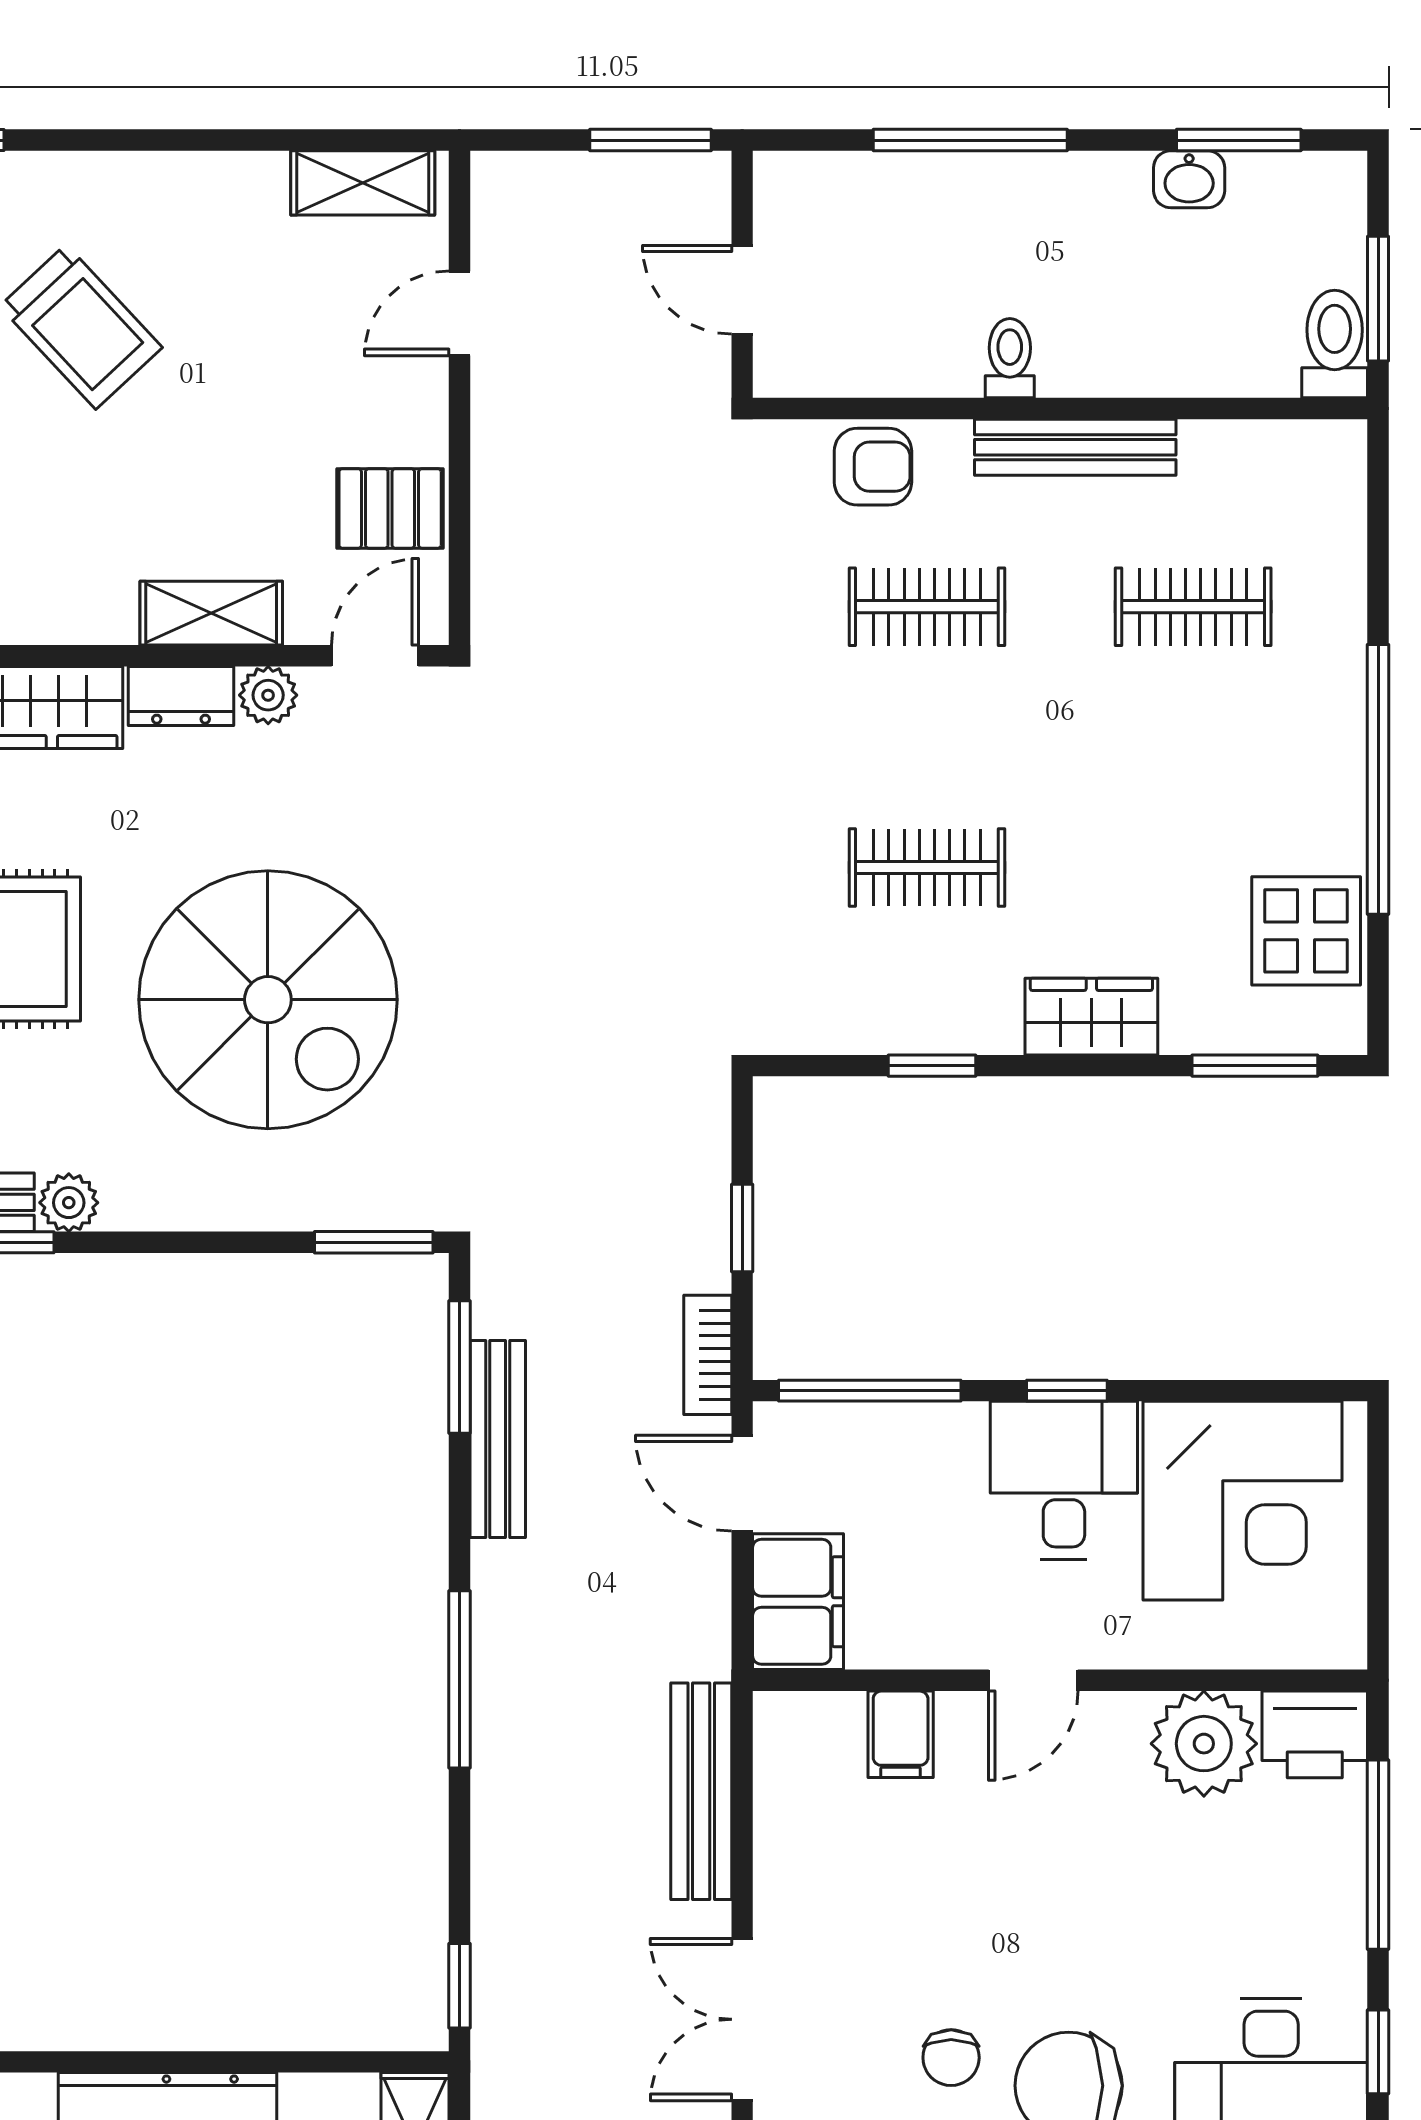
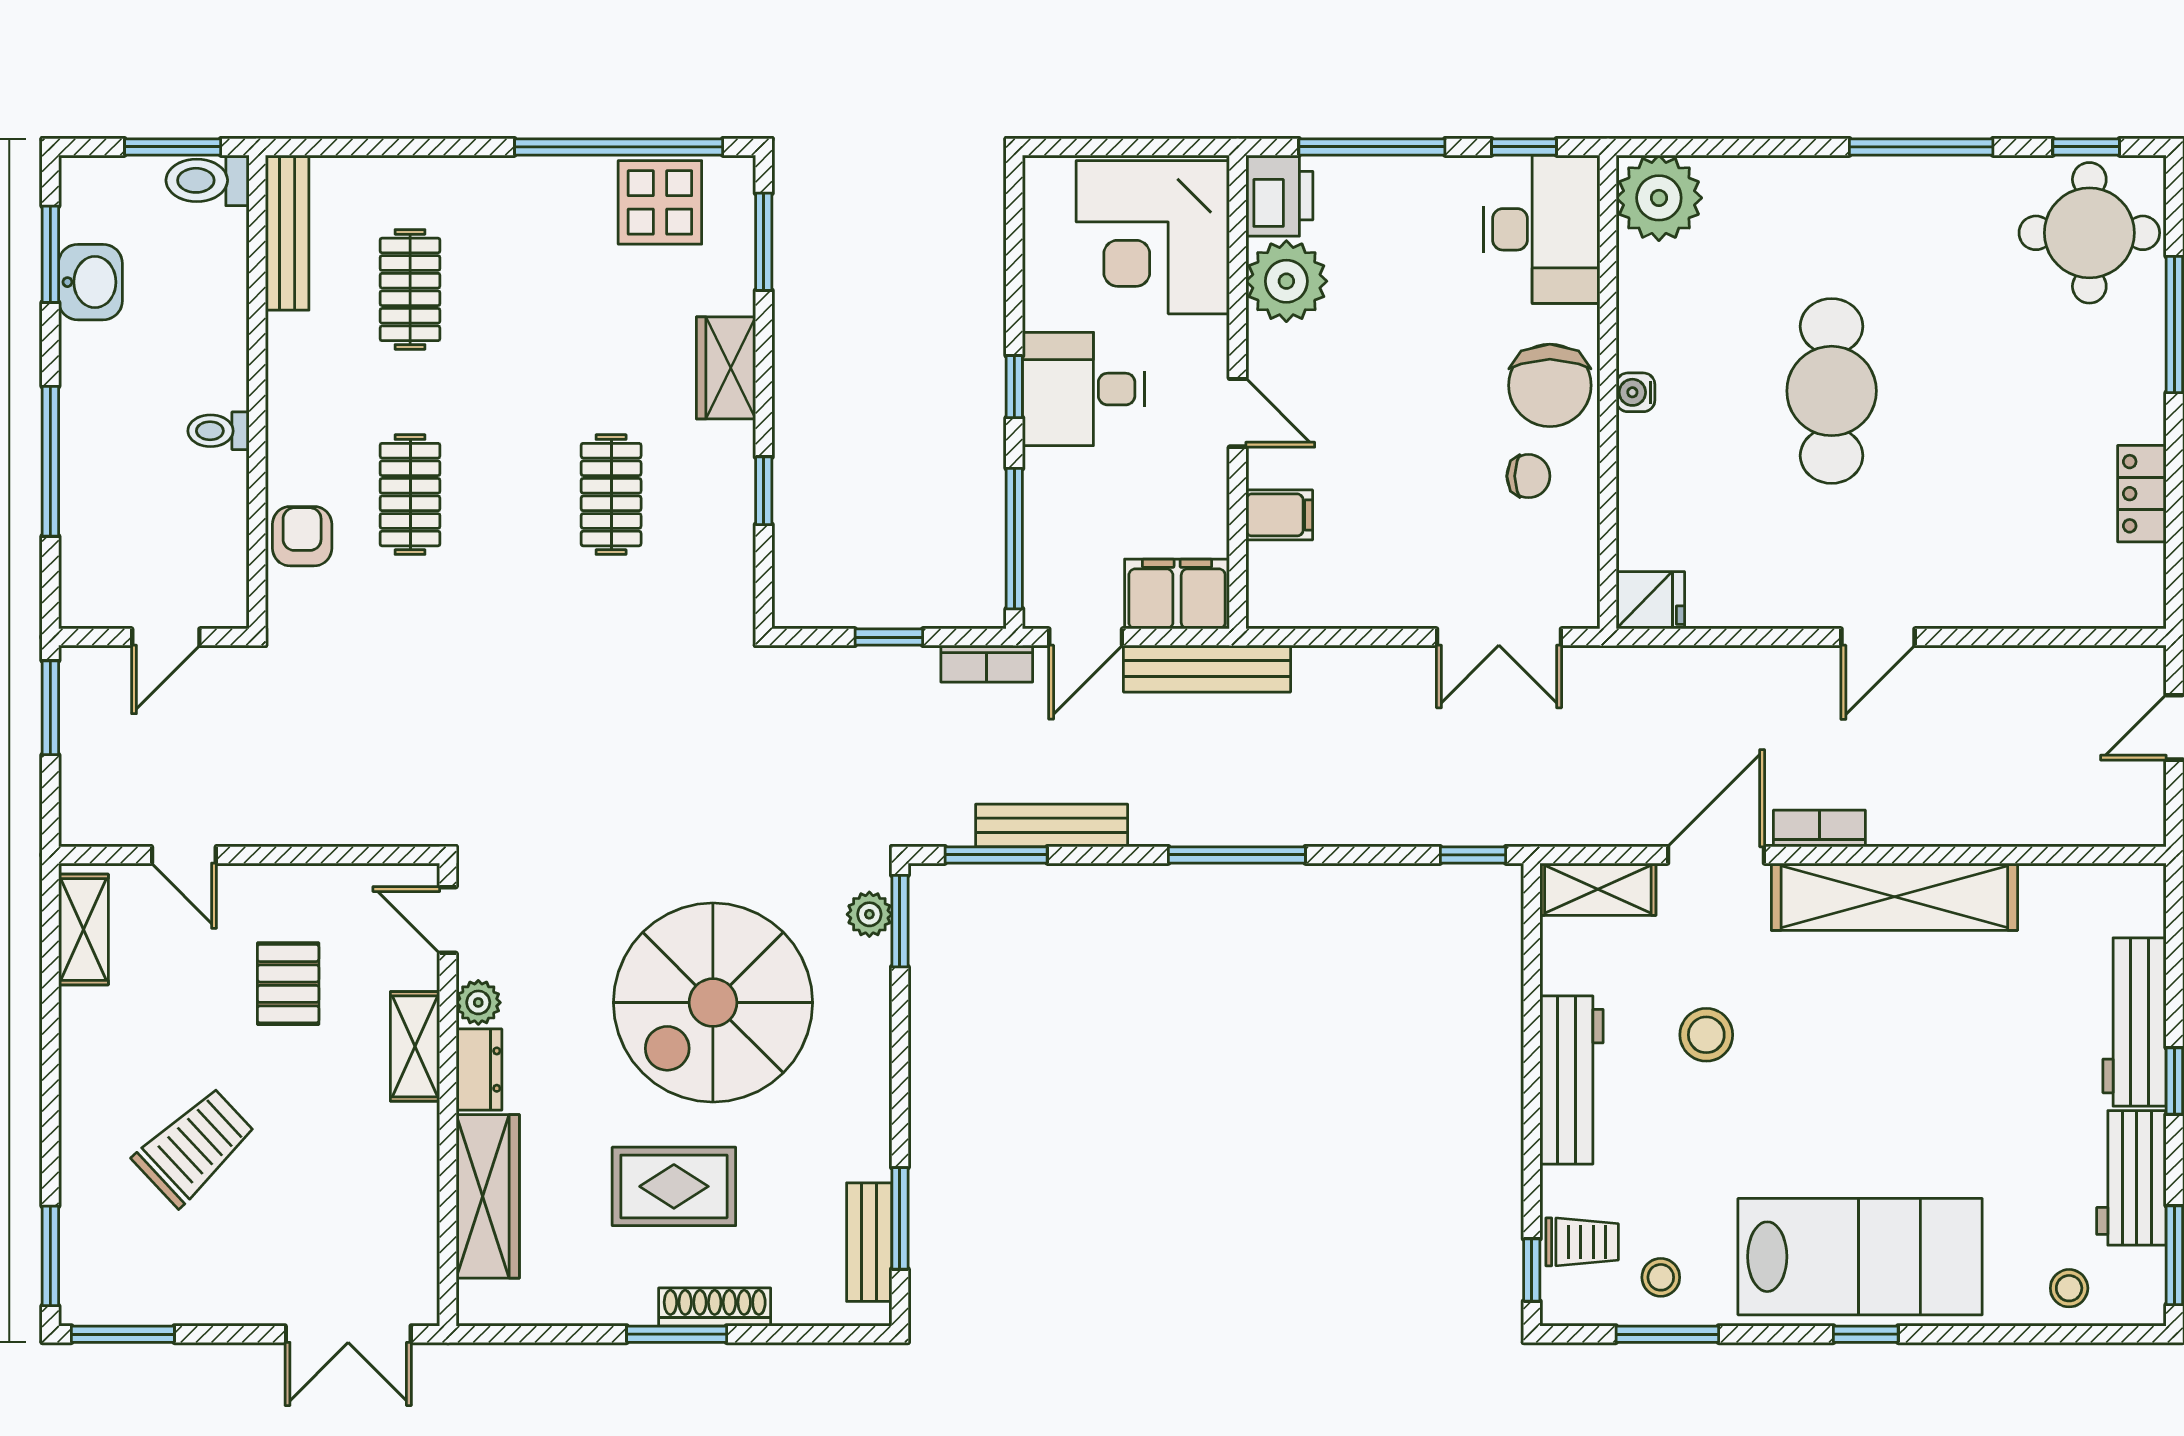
washbasin: (1189, 179) -> (90, 282), width x1.38, depth x1.45
bench: (1075, 447) -> (287, 233), moved
pallet: (390, 508) -> (288, 984), moved
window: (1378, 779) -> (619, 147), moved
spiral stairs: (268, 1000) -> (713, 1003), turned 180
plant: (69, 1203) -> (869, 914), moved
corner desk: (1243, 1501) -> (1153, 237), moved, turned 180
bench: (701, 1791) -> (1207, 669), moved

